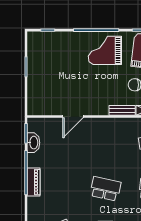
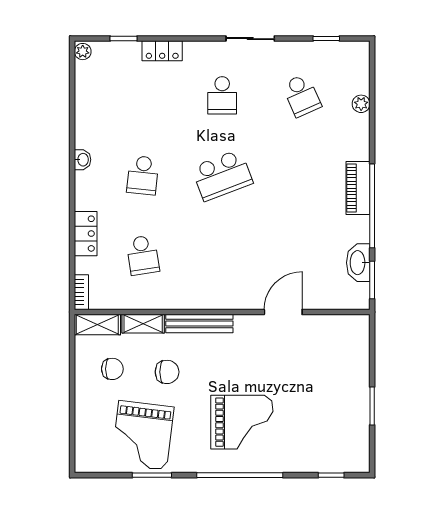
grand piano: (105, 50) -> (242, 422), moved
bench: (122, 110) -> (199, 324), width x1.36
school desk: (105, 189) -> (222, 175), turned -33

